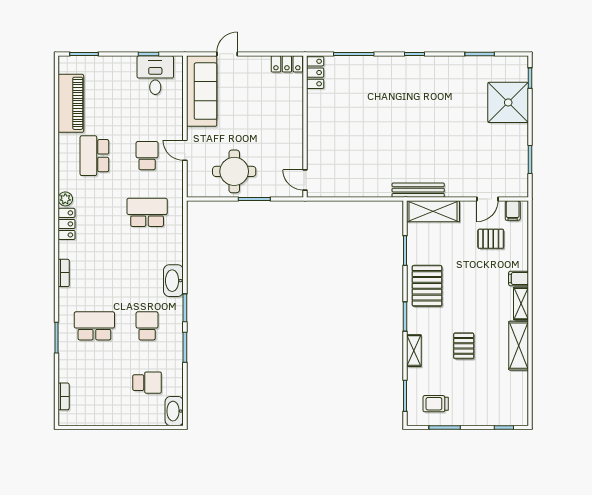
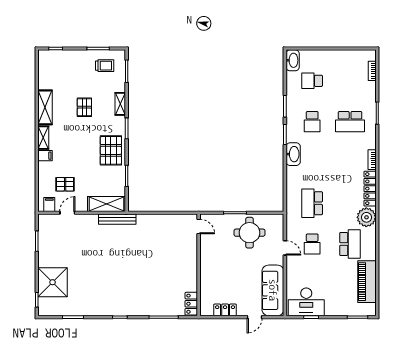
locker: (287, 64) -> (225, 310), moved
desk: (155, 75) -> (306, 302), width x1.37
plant: (65, 199) -> (366, 217), width x1.88, depth x1.88
school desk: (147, 212) -> (312, 203), turned 90
locker: (67, 224) -> (370, 189), width x1.53

